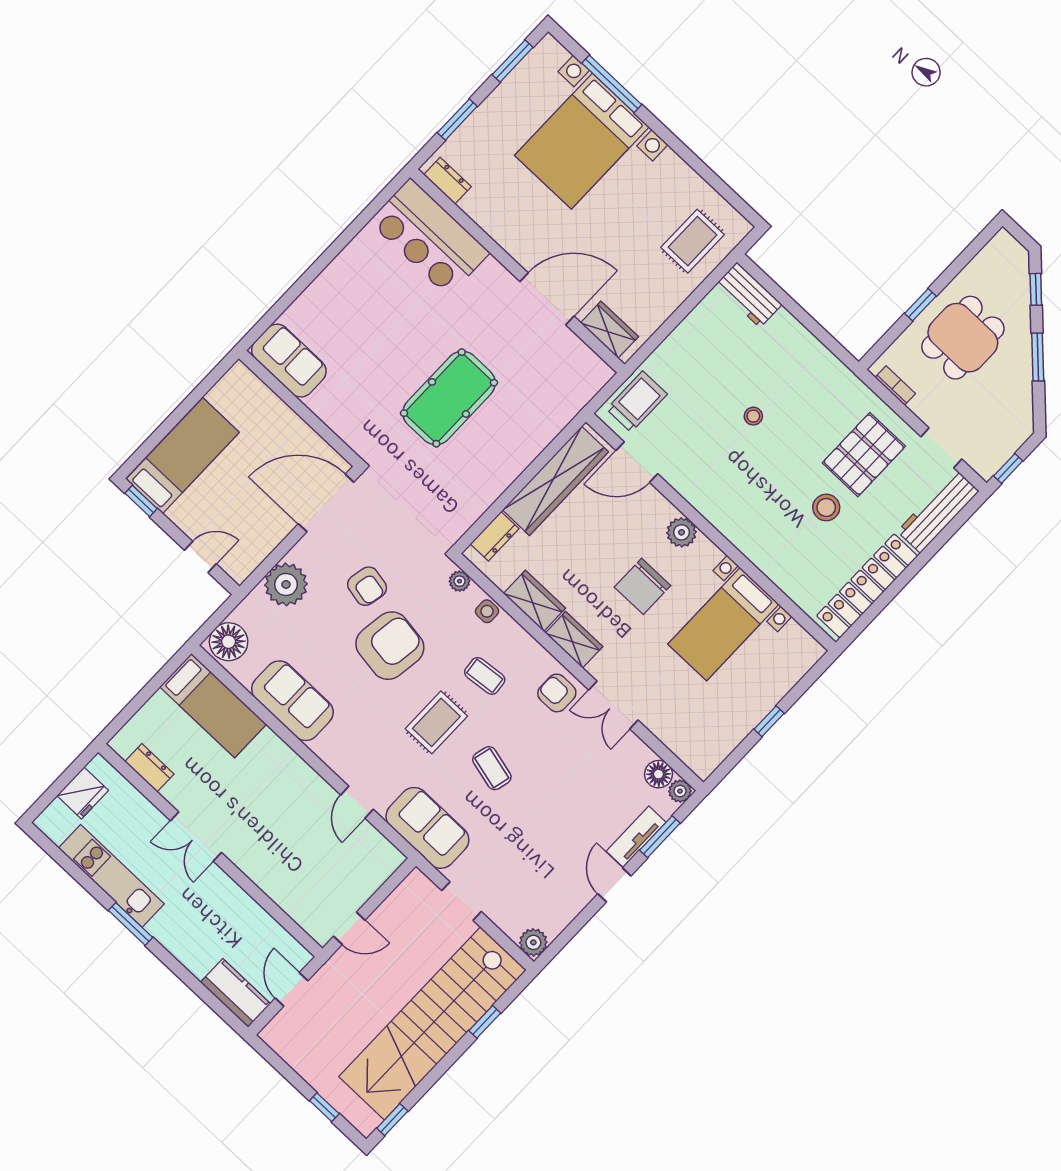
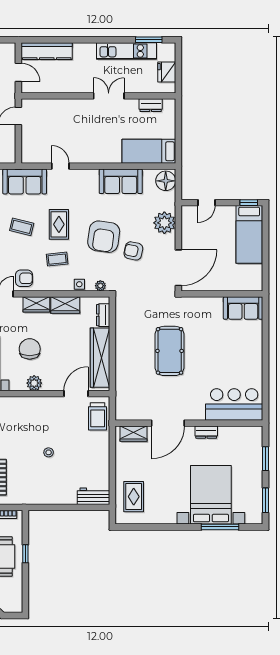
dresser: (448, 181) -> (206, 432), moved
window: (131, 924) -> (149, 40), moved
kitchen counter: (235, 993) -> (47, 51), width x1.50

